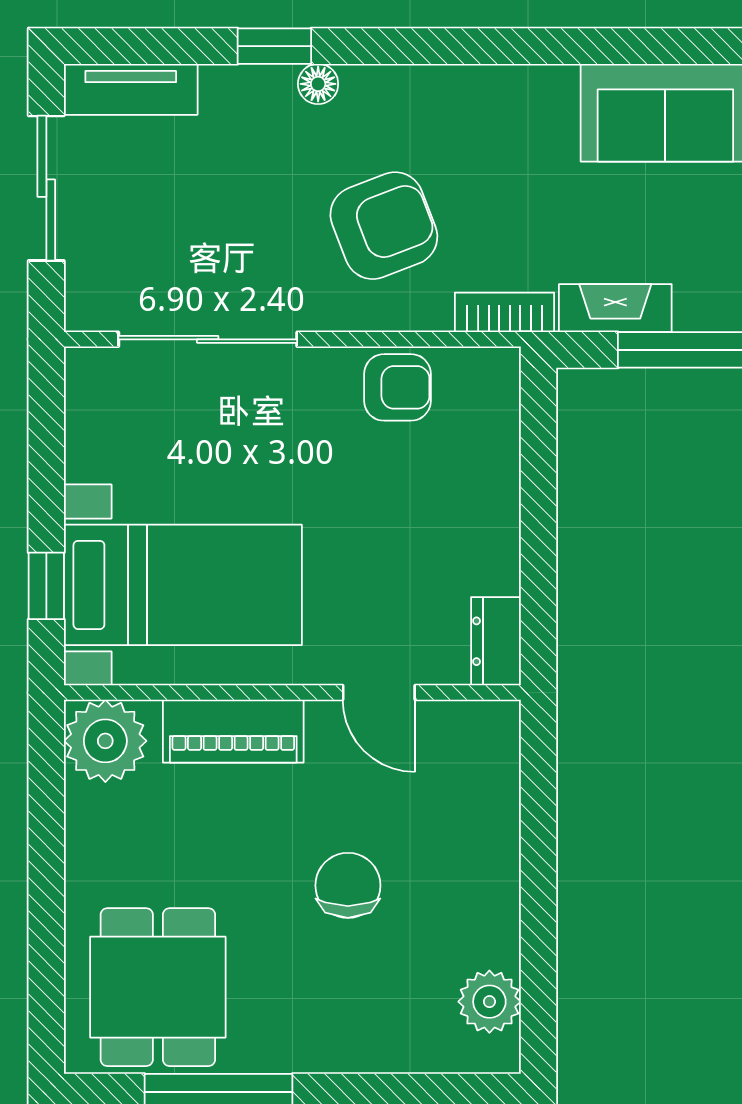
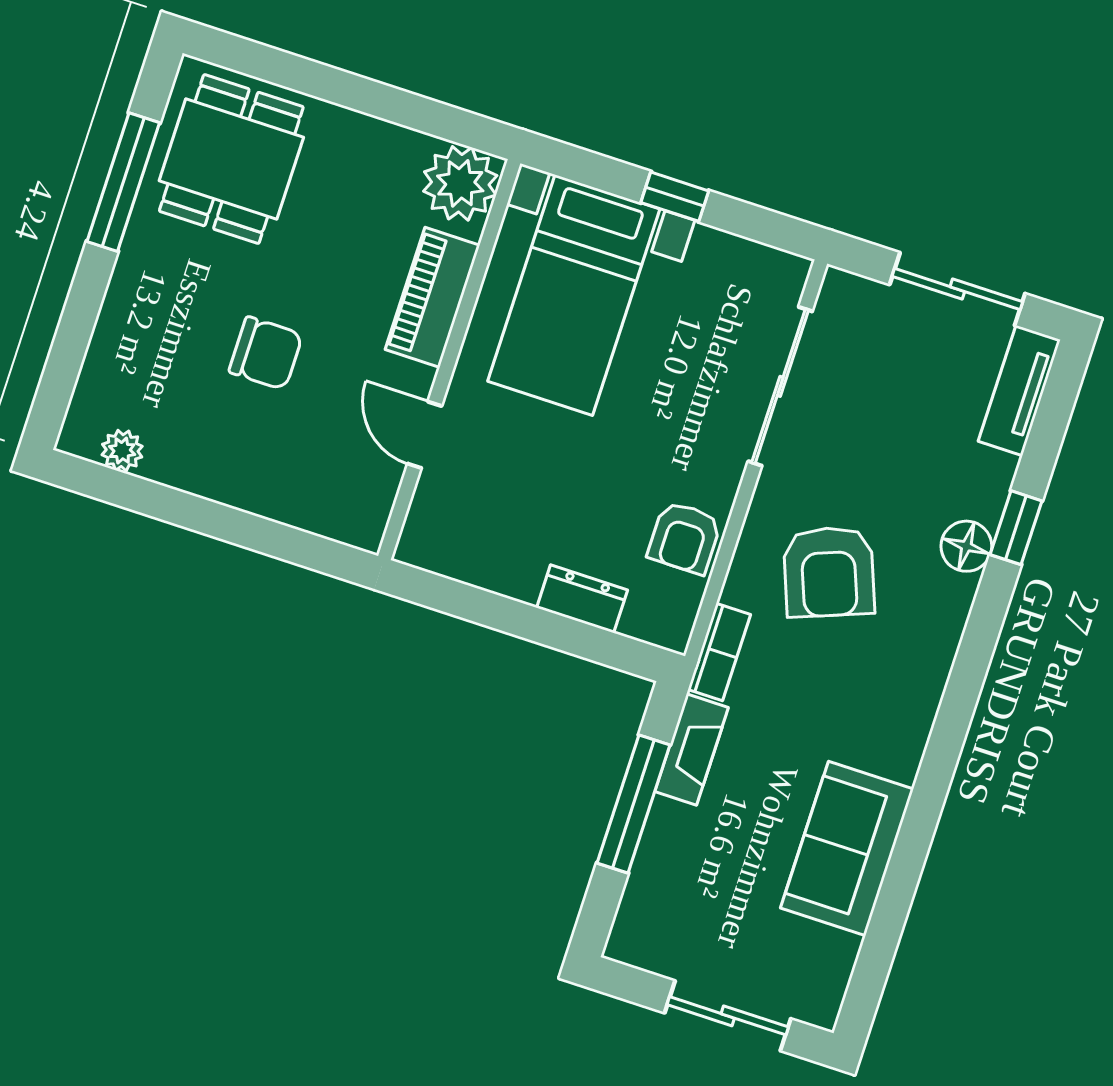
floor lamp: (318, 84) -> (966, 546), width x1.37, depth x1.37
window: (46, 586) -> (675, 197), moved
dresser: (496, 641) -> (582, 599), moved
door: (379, 693) -> (425, 435), hinge flipped
dining table: (158, 987) -> (231, 159), turned 90
plant: (489, 1002) -> (122, 451), width x0.73, depth x0.73

